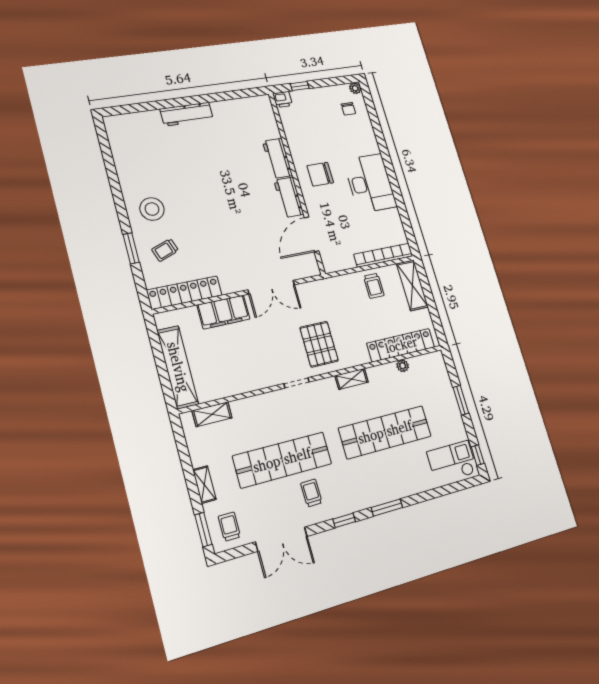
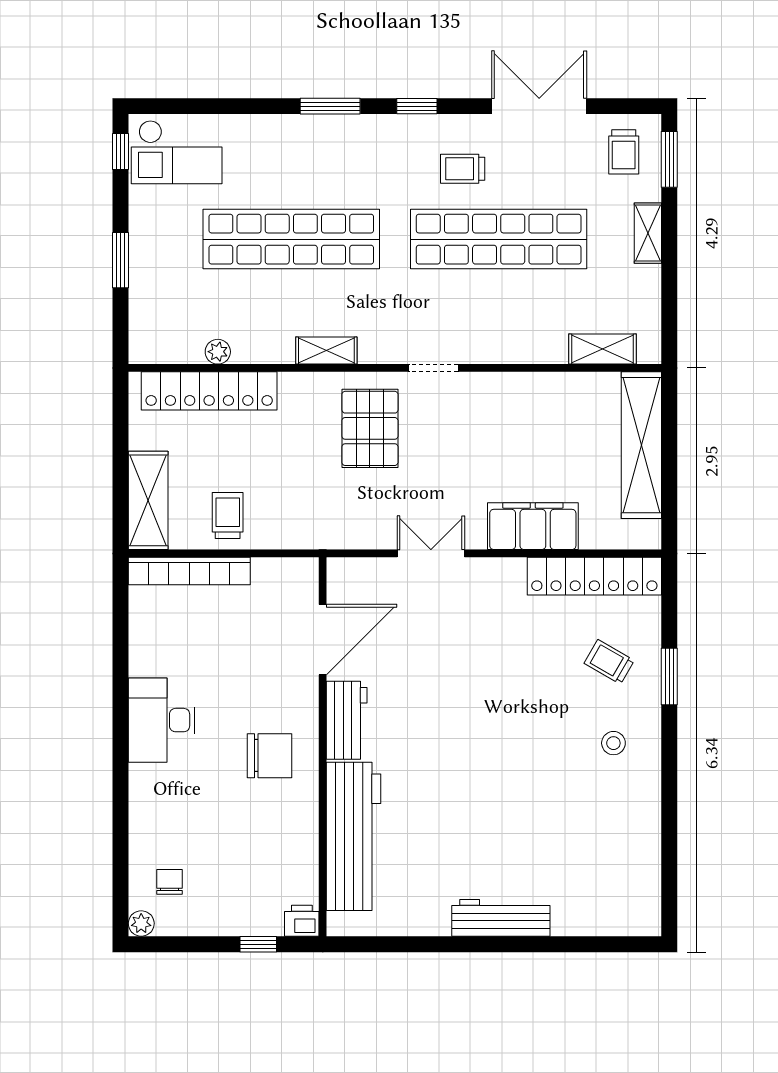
workbench: (277, 158) -> (354, 836), width x1.88, depth x1.32
desk: (370, 183) -> (162, 720), width x0.73, depth x0.77
stool: (152, 209) -> (613, 743), width x0.53, depth x0.53
trolley: (165, 250) -> (609, 662), turned -130
double door: (271, 287) -> (431, 553), width x0.73
trolley: (311, 493) -> (463, 169), turned 91

